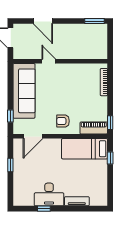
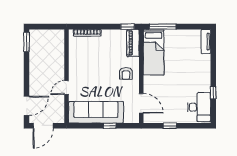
door: (43, 21) -> (27, 106), moved
window: (10, 116) -> (110, 126), moved
window: (110, 158) -> (163, 27), width x2.17
desk: (49, 194) -> (199, 107), moved
tv unit: (77, 201) -> (206, 41), moved

